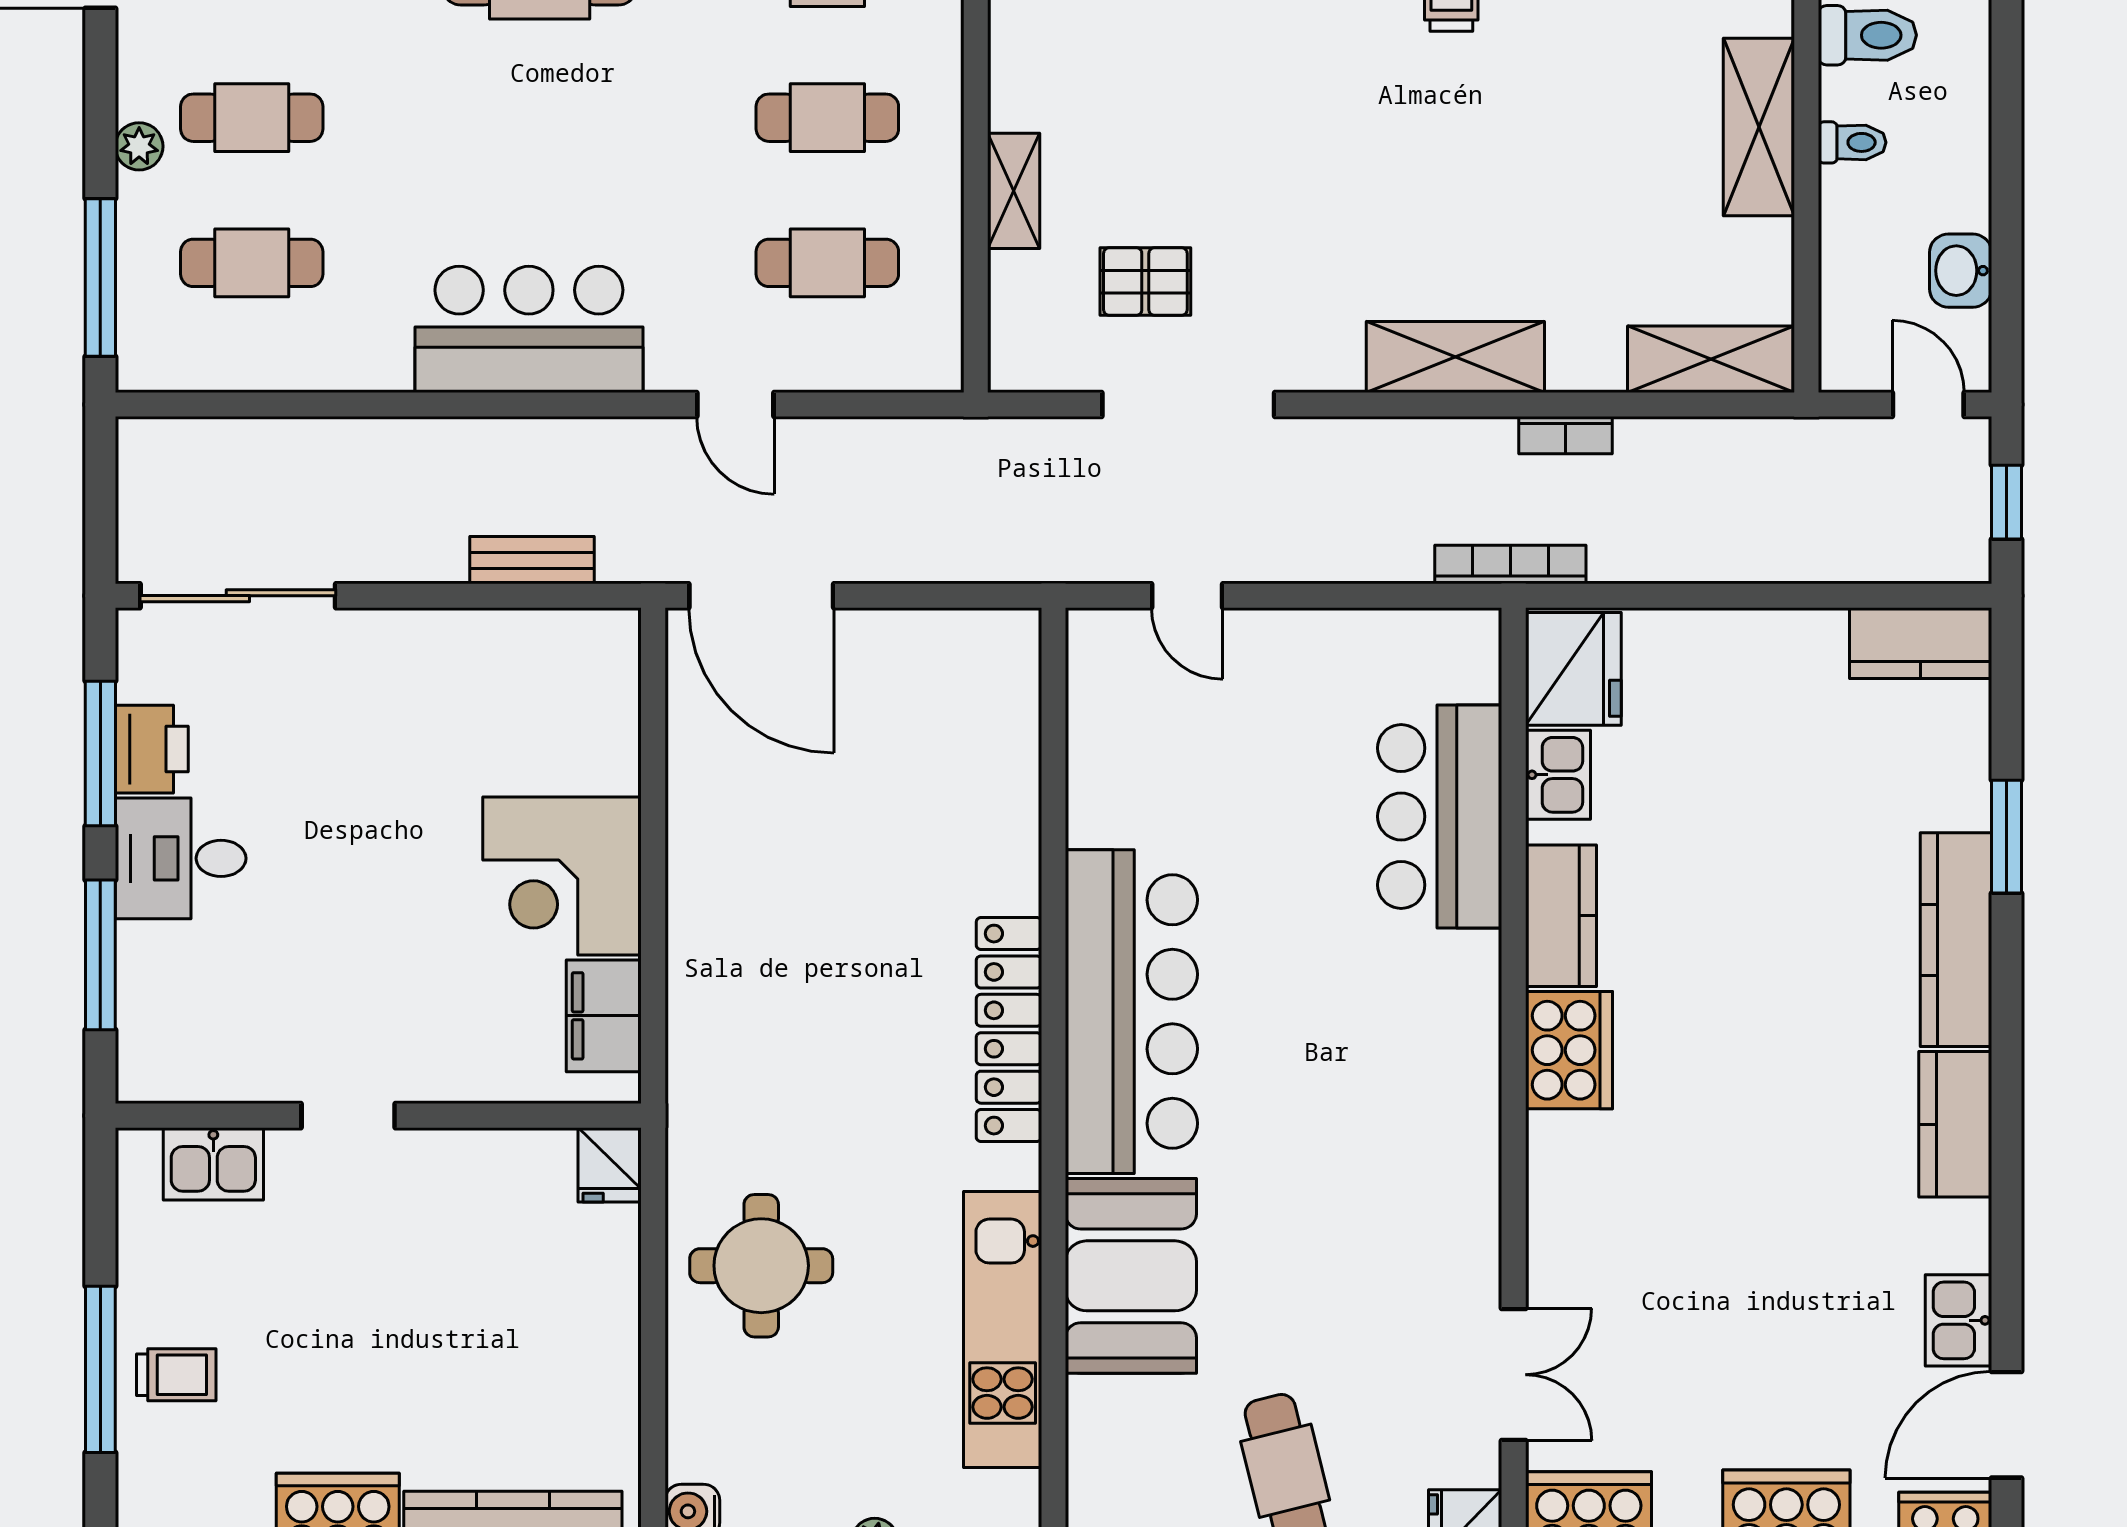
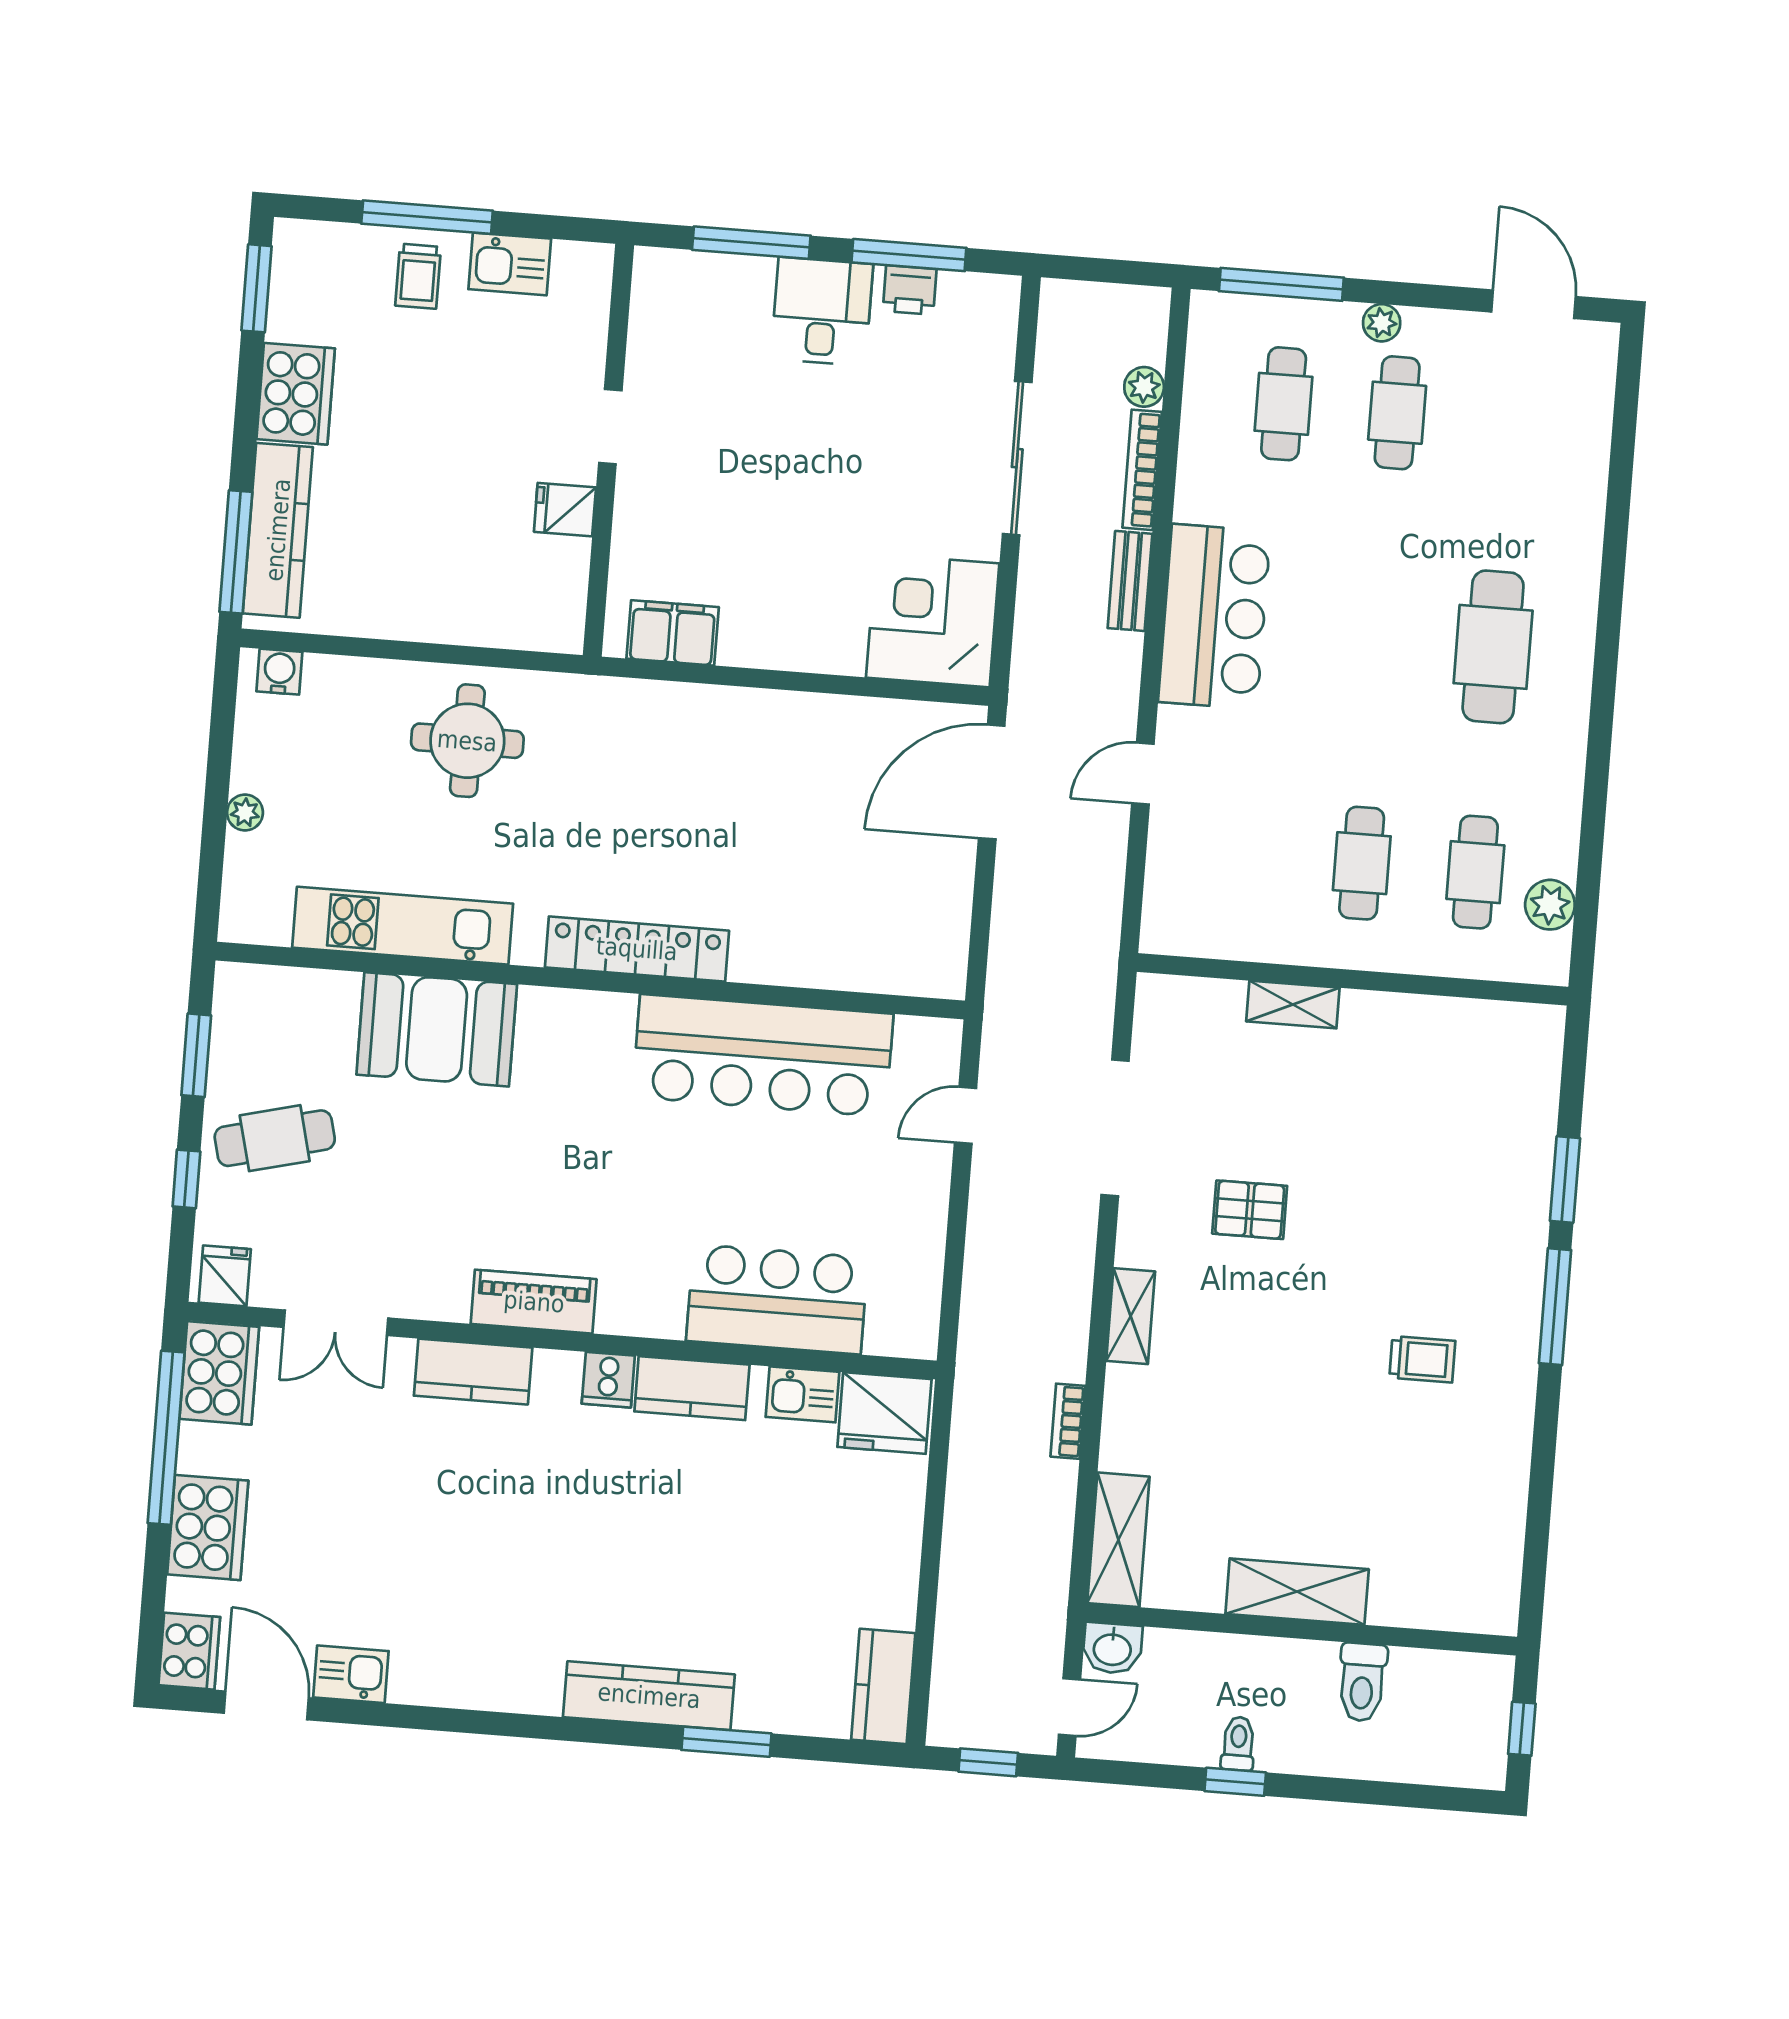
toilet: (1852, 142) -> (1238, 1744), moved, turned 180
window: (2007, 187) -> (1235, 1782), added
cafe table: (827, 263) -> (1248, 854), removed
washbasin: (1961, 271) -> (1112, 1648), moved, turned 180
pallet: (1145, 282) -> (1250, 1210), moved, turned 90
shelving: (1455, 357) -> (1131, 1316), width x0.67, depth x0.75
plant: (244, 442) -> (1144, 387), added
bench: (532, 560) -> (1130, 581), moved
bookcase: (1510, 564) -> (1142, 470), moved, turned 180
sliding door: (238, 596) -> (1017, 458), moved
printer: (152, 749) -> (910, 290), width x0.73, depth x0.81
corner desk: (562, 876) -> (933, 621), moved
bar counter: (1131, 1012) -> (763, 1055), moved
cooker: (1569, 1050) -> (608, 1380), width x0.53, depth x0.76
kitchen counter: (1955, 1124) -> (473, 1372), moved, turned 180
piano: (1467, 1126) -> (534, 1302), added
kitchen sink: (213, 1164) -> (510, 264), moved, turned -90
fridge: (609, 1165) -> (565, 510), moved

